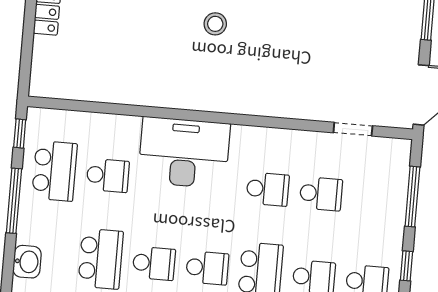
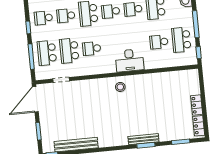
stool: (215, 24) -> (120, 87), moved
desk: (184, 153) -> (129, 60), width x0.73, depth x0.77
school desk: (321, 194) -> (69, 51), width x1.85
school desk: (374, 198) -> (47, 53), added

